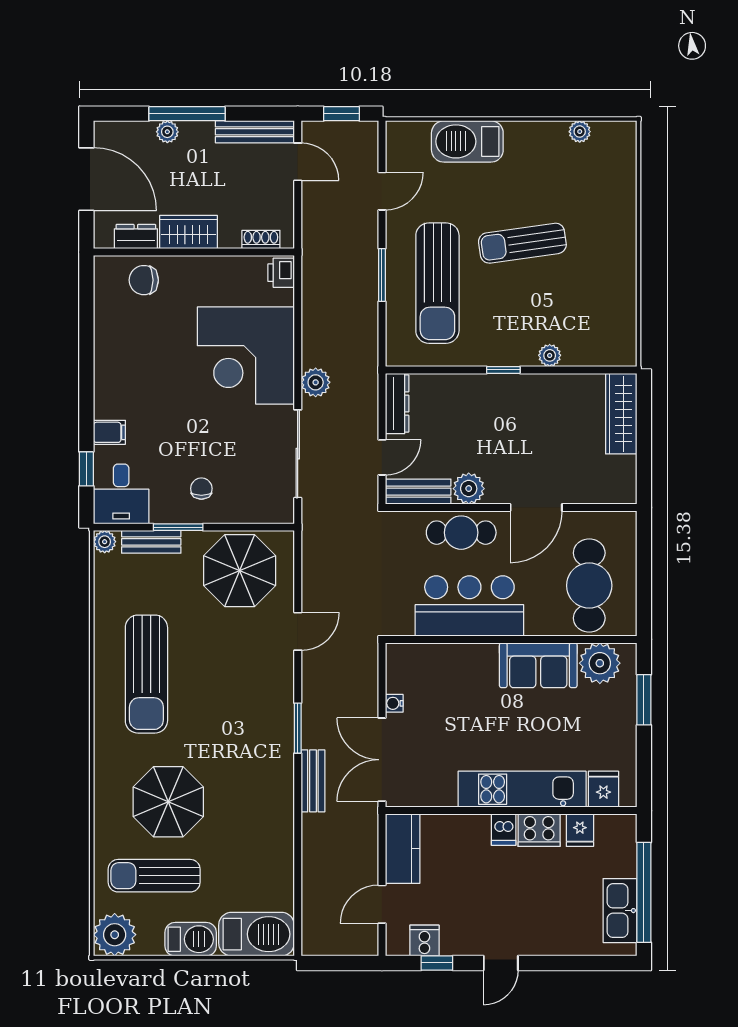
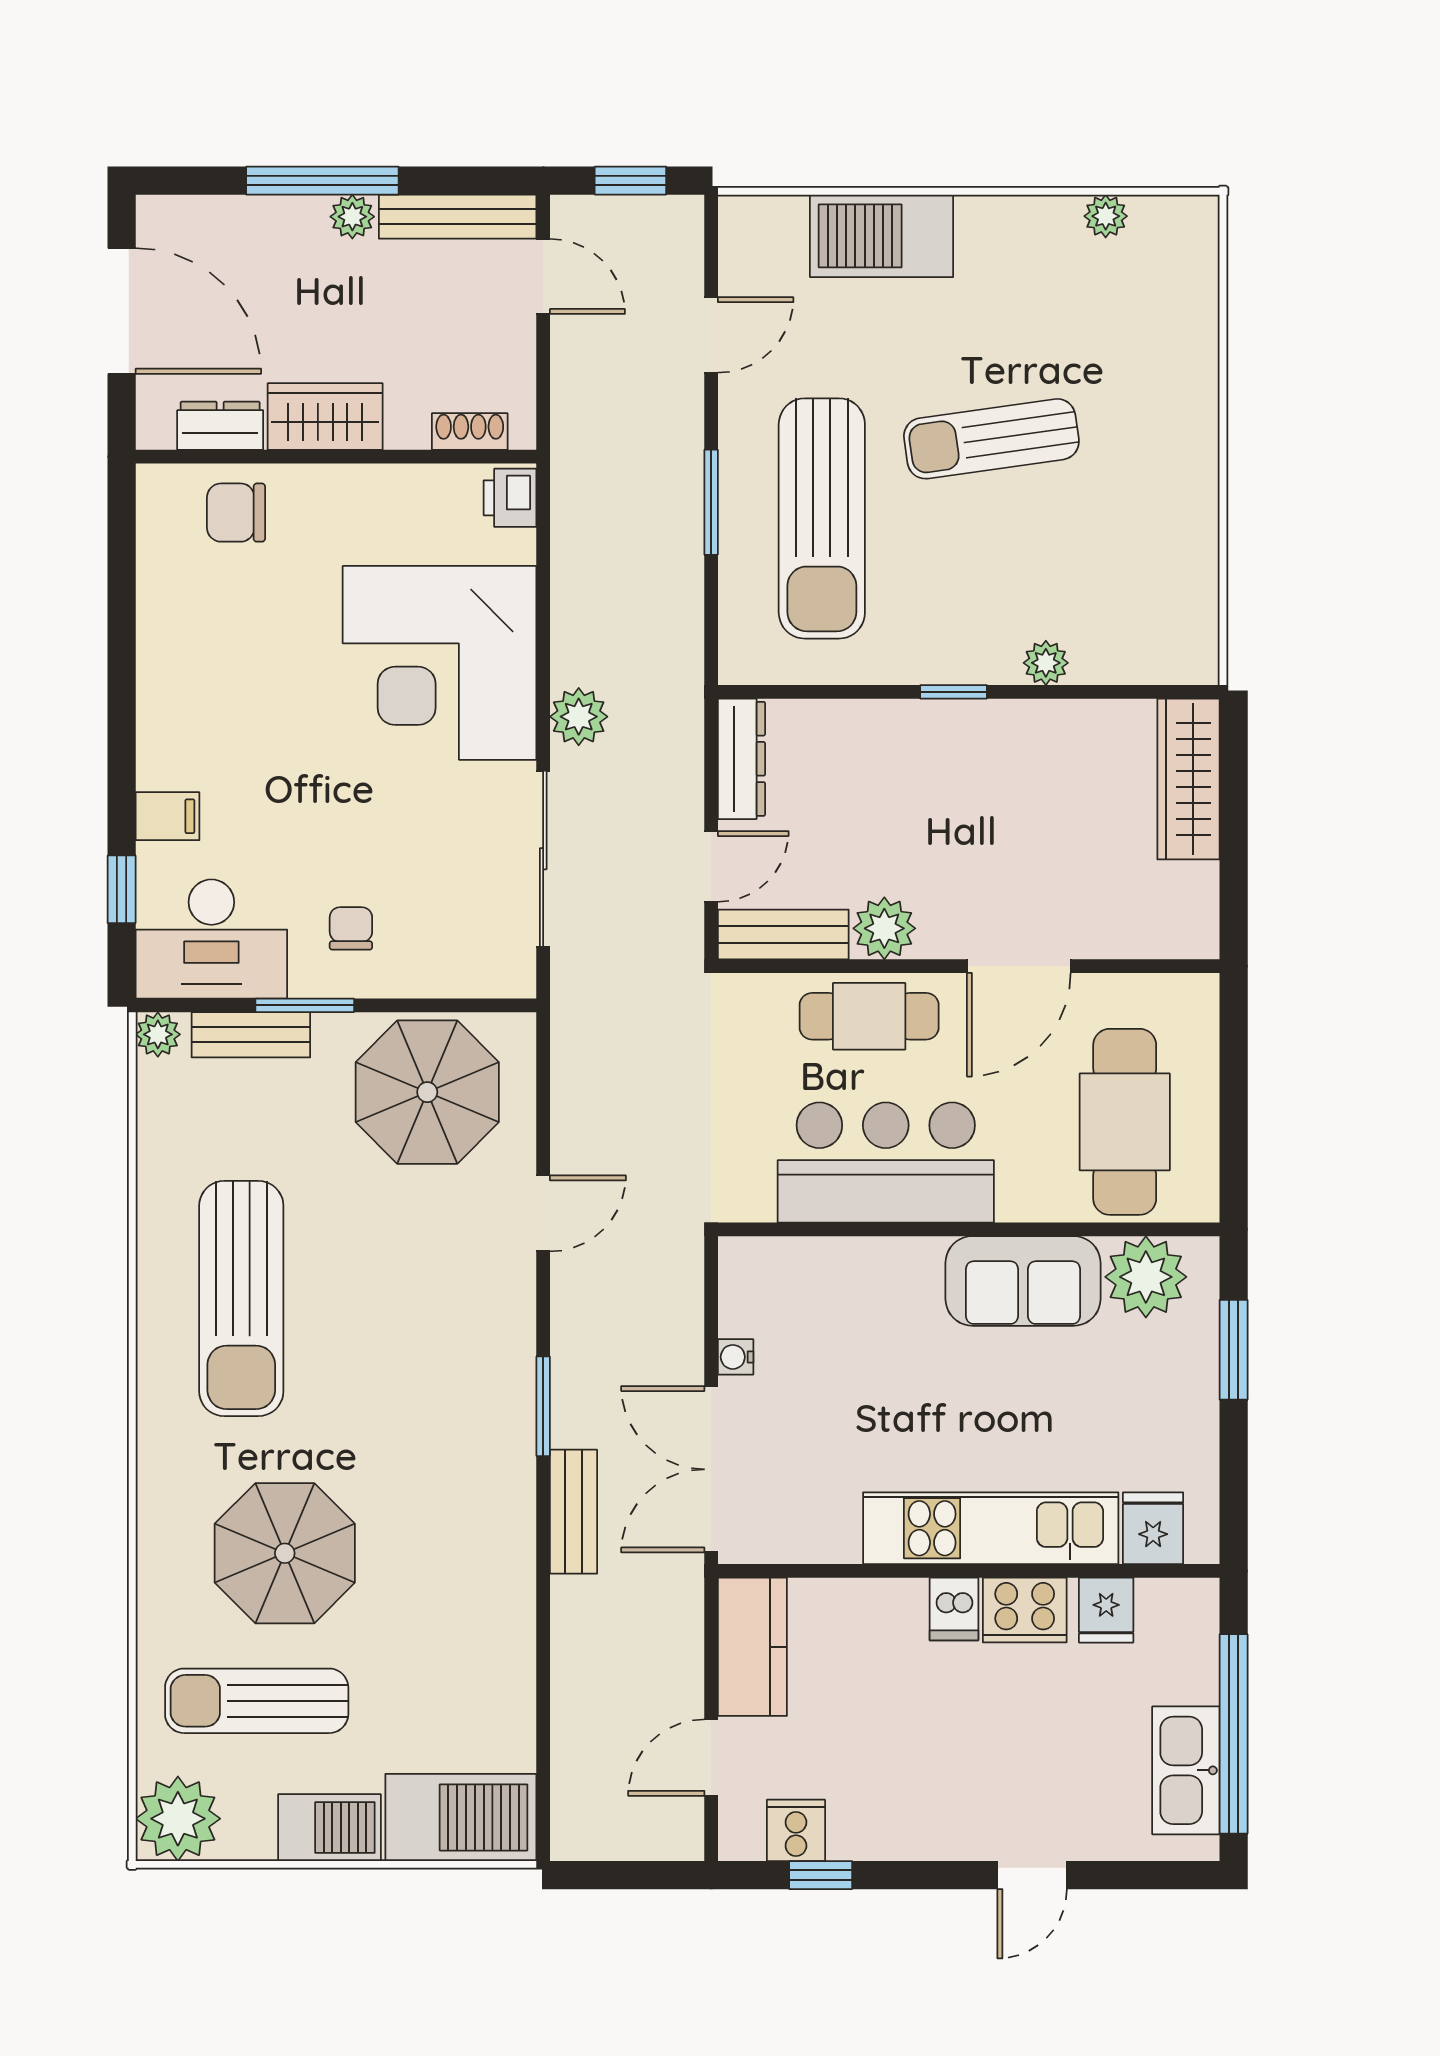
plant: (167, 132) -> (352, 217), moved
desk: (121, 494) -> (211, 939), width x1.37
door: (501, 963) -> (1032, 1875), moved

